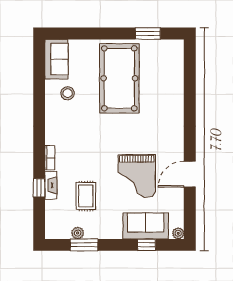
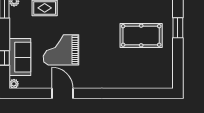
window: (148, 33) -> (178, 28), moved
pool table: (119, 78) -> (141, 35), width x0.73, depth x0.76

